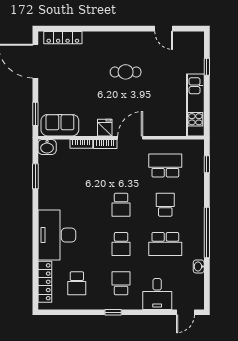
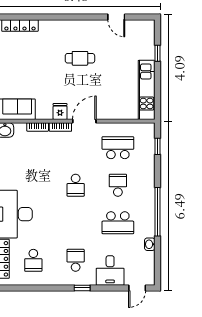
school desk: (121, 244) -> (76, 223), removed
window: (113, 312) -> (82, 288), moved

